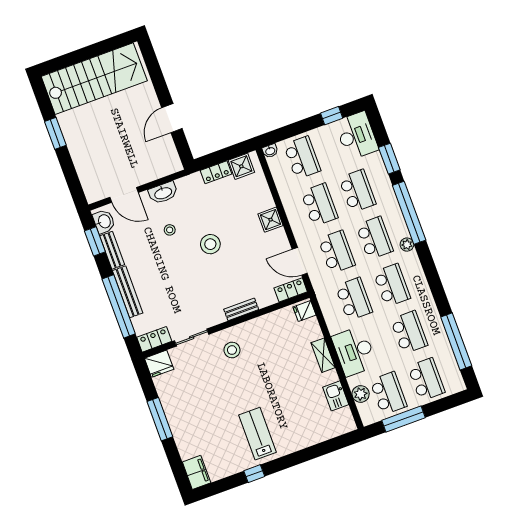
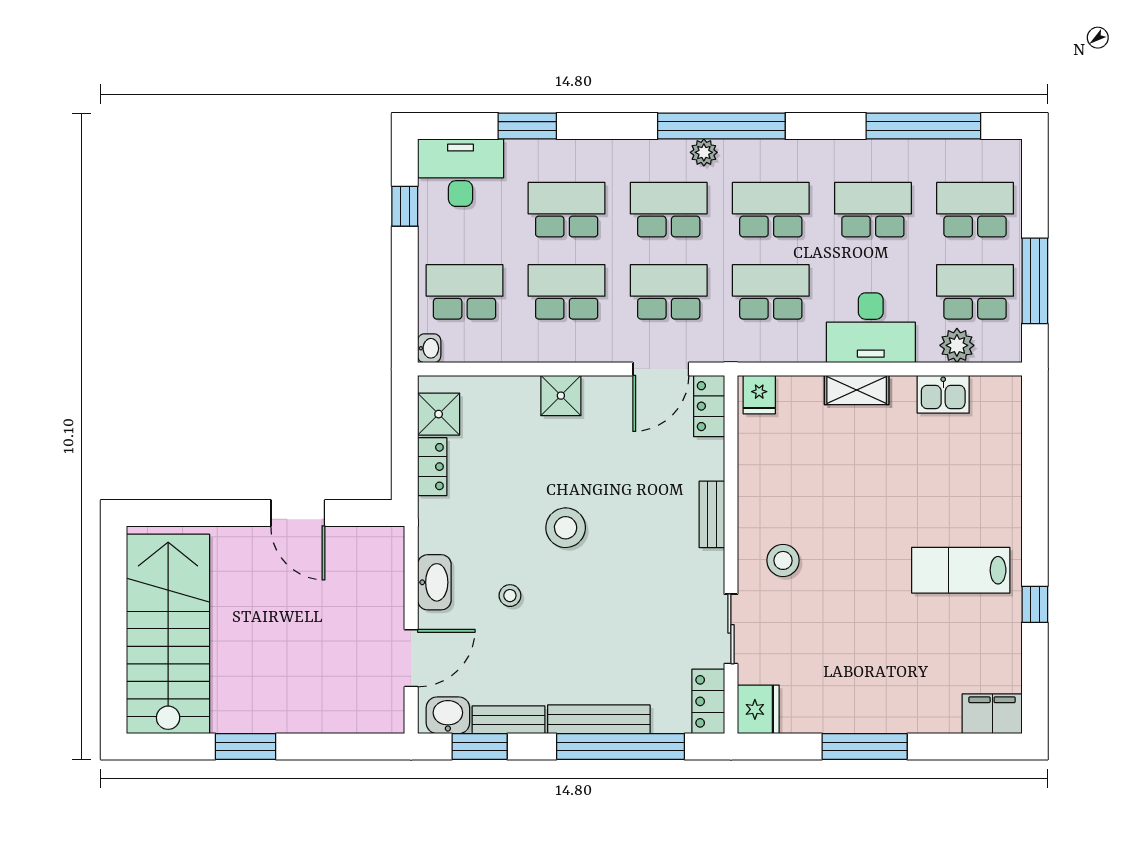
window: (409, 213) -> (721, 126), moved

